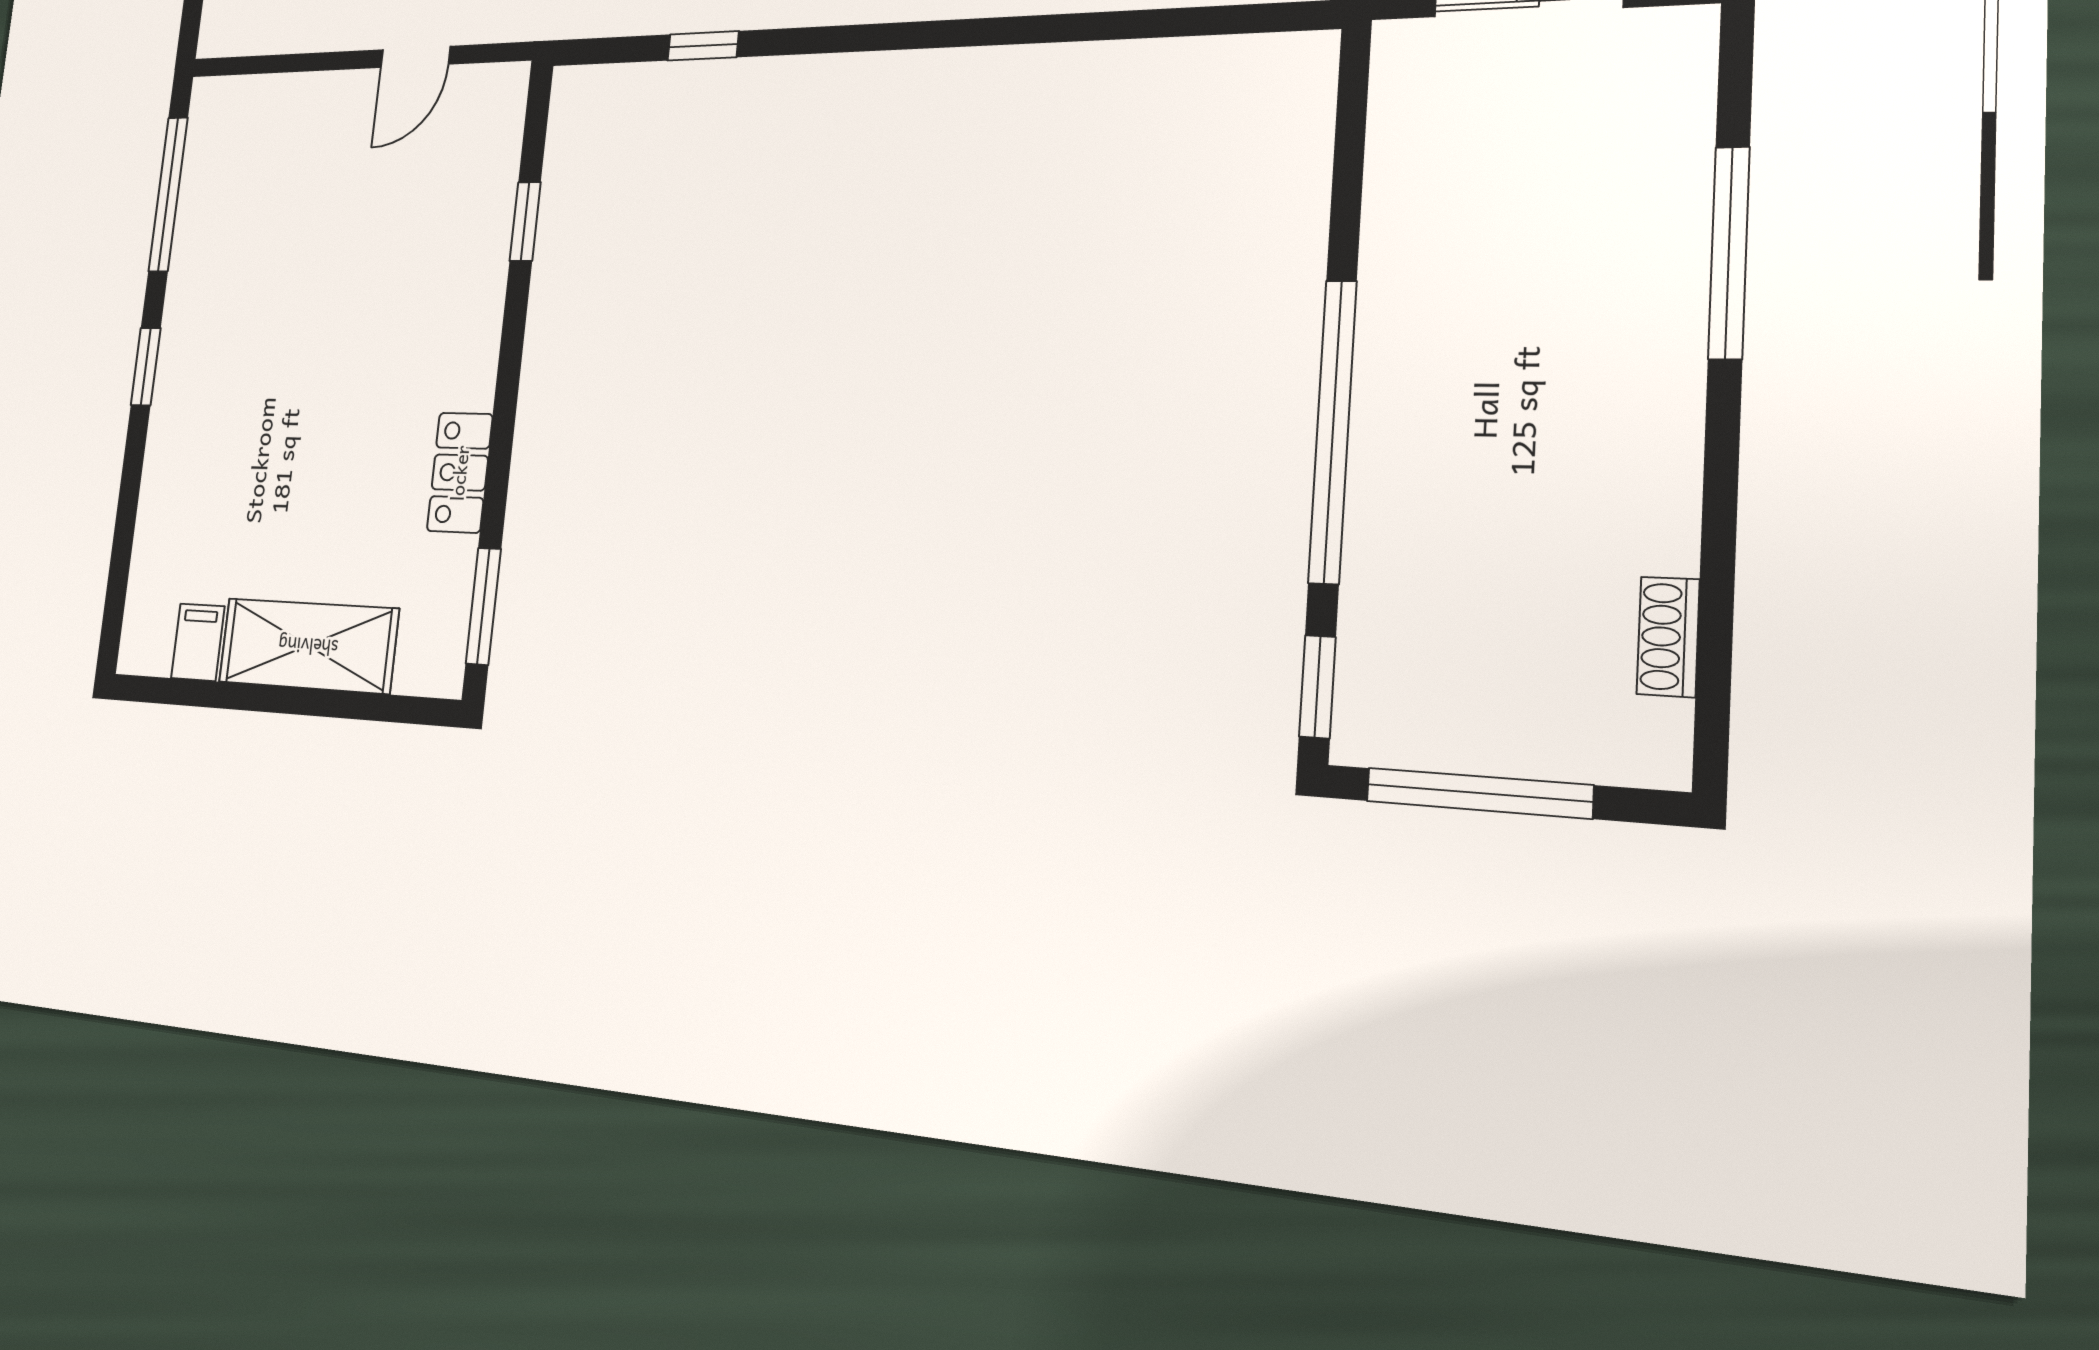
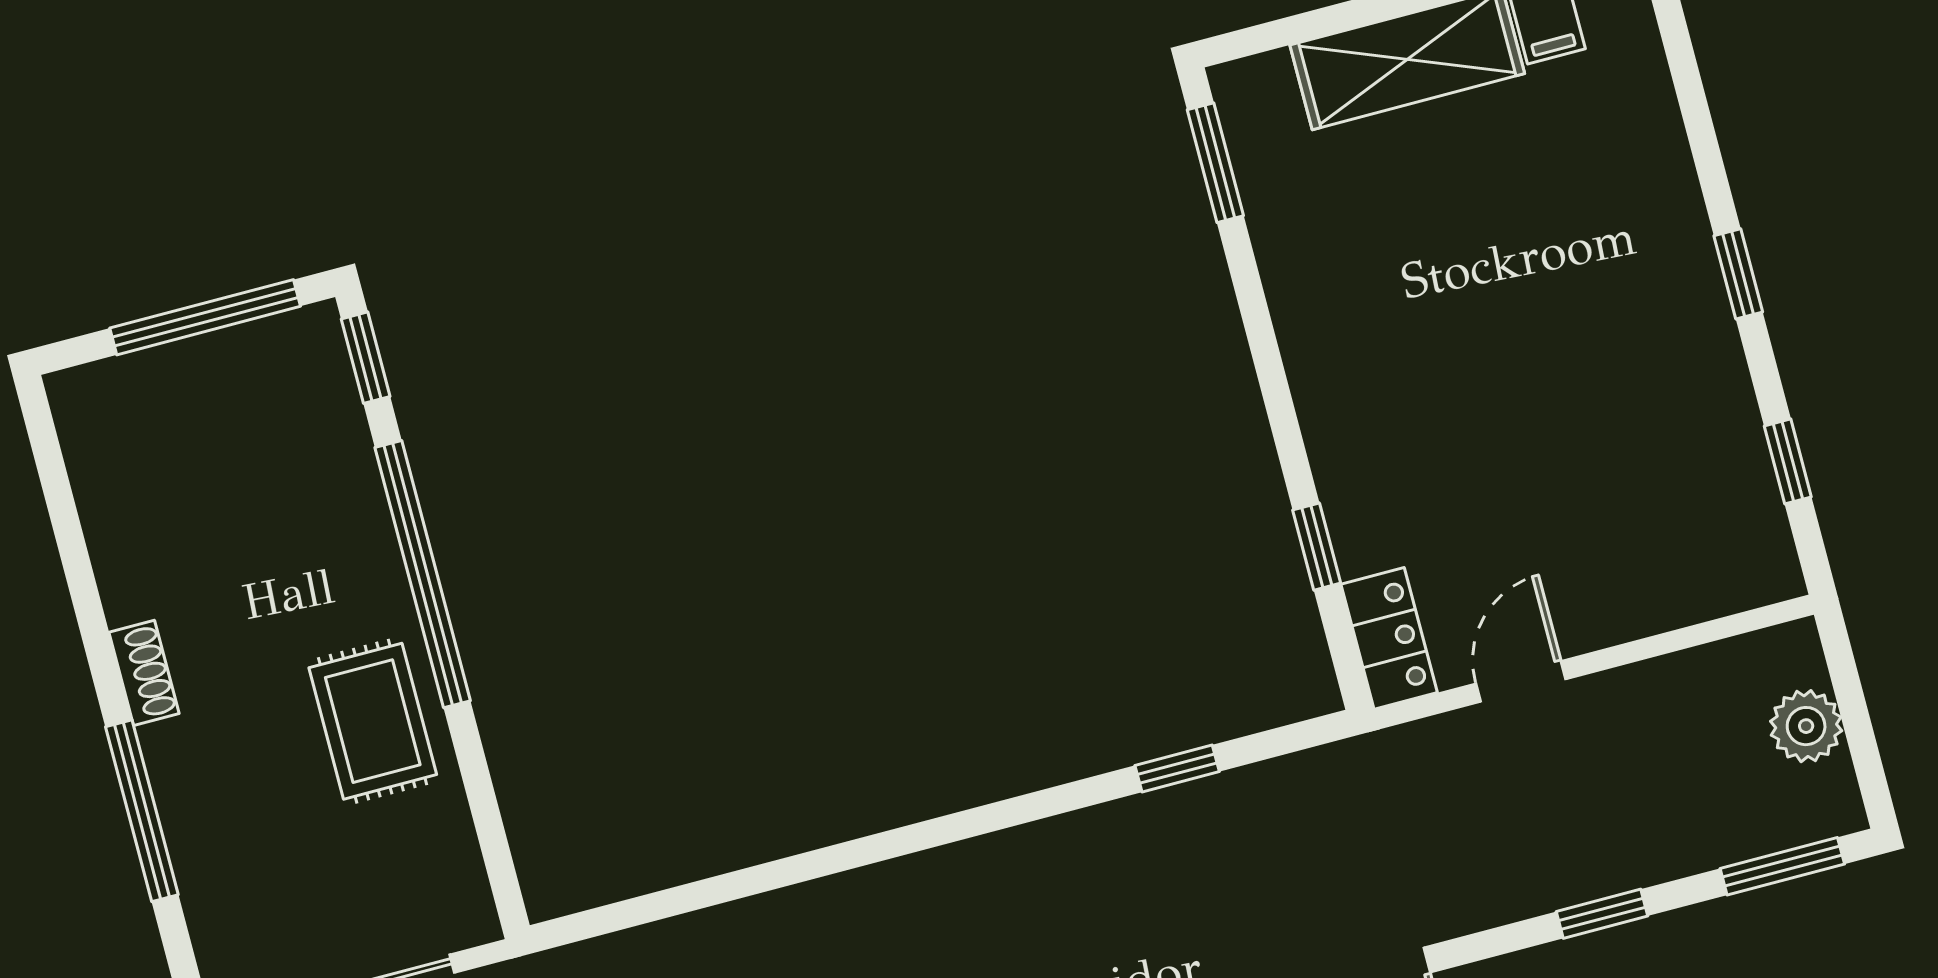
window: (168, 194) -> (1788, 461), width x0.46
rug: (1437, 286) -> (373, 721), added
locker: (460, 473) -> (1389, 638), moved
shoe rack: (1668, 637) -> (144, 673), moved

